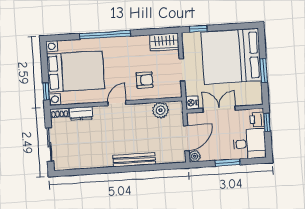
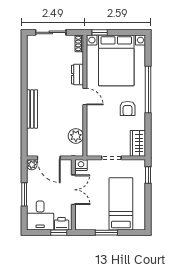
bed: (231, 56) -> (121, 204), width x0.49
armchair: (145, 80) -> (128, 108), moved
dresser: (81, 113) -> (77, 75), moved

